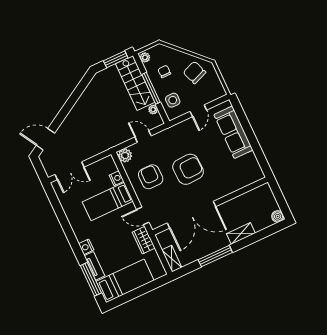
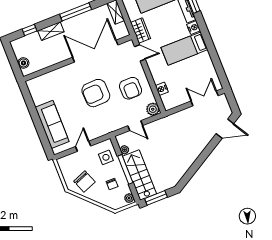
bed: (108, 202) -> (184, 49), moved, turned 180
boiler: (278, 216) -> (23, 63), moved
window: (264, 233) -> (30, 30), added

